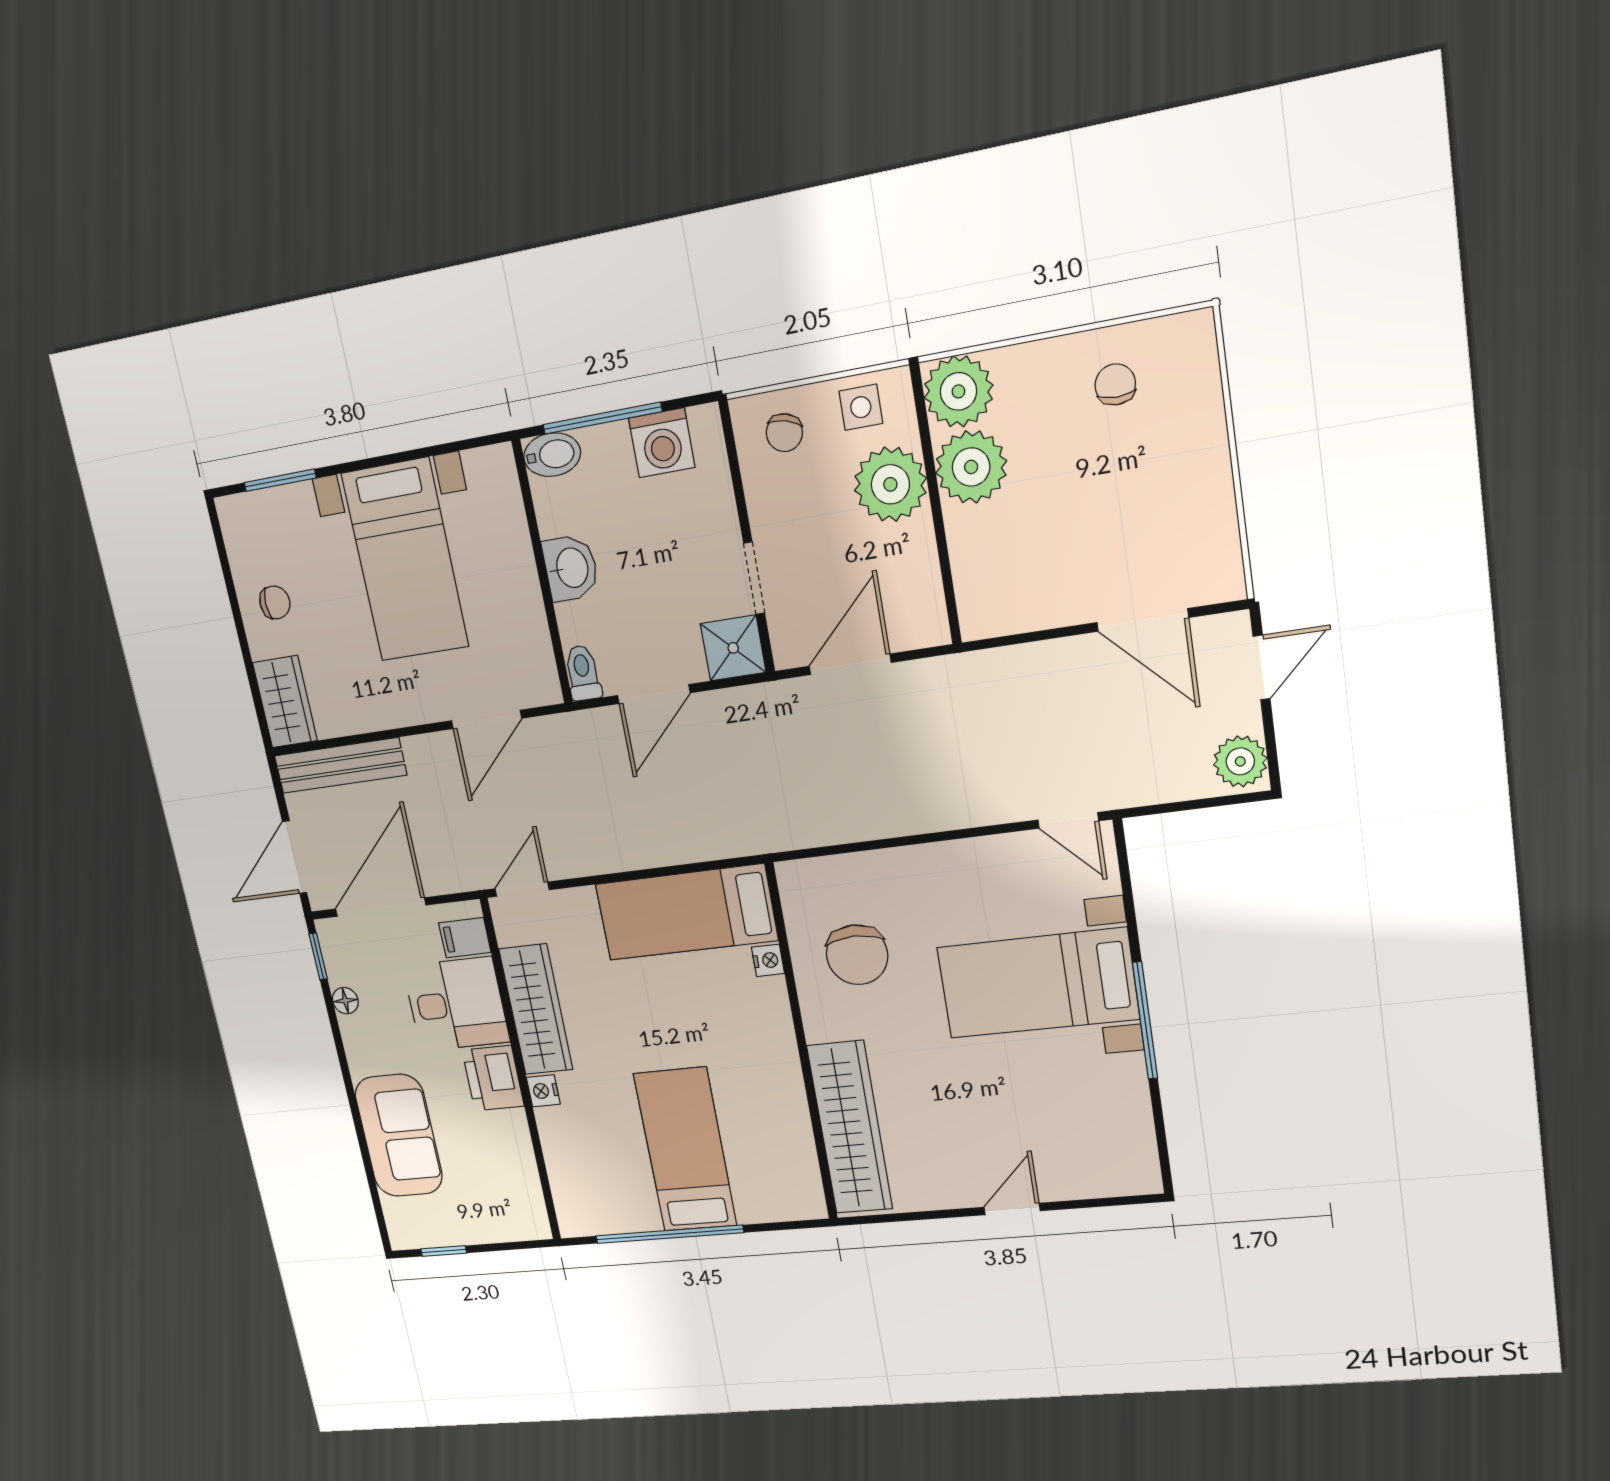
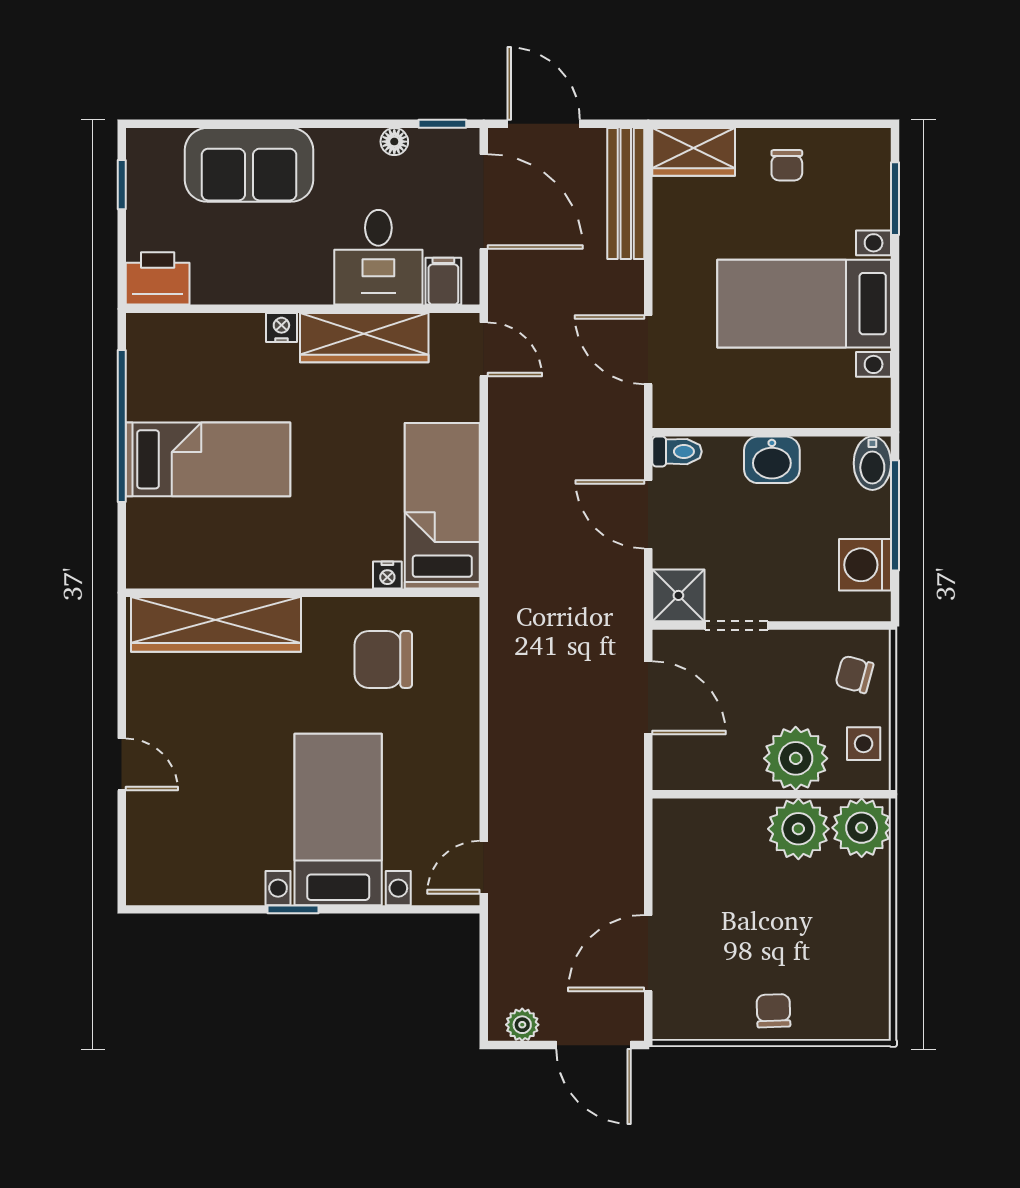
chair: (1115, 384) -> (773, 1011), moved, turned -92
door: (1262, 667) -> (594, 1045), width x1.38
plant: (1240, 761) -> (522, 1025), width x0.73, depth x0.73
window: (1145, 1021) -> (293, 909), width x0.46
printer: (493, 1078) -> (158, 278), moved

